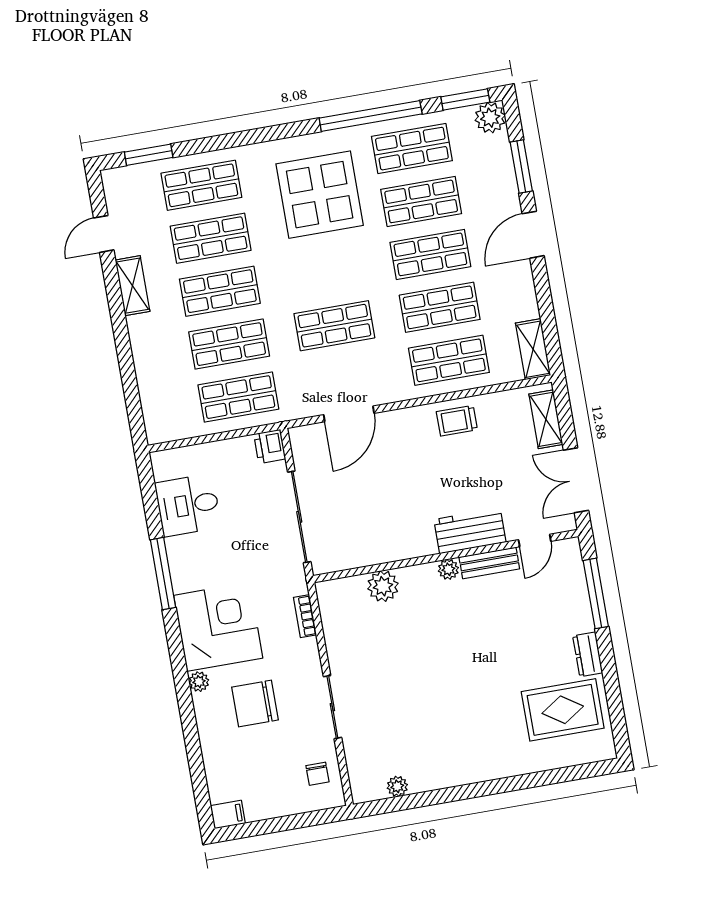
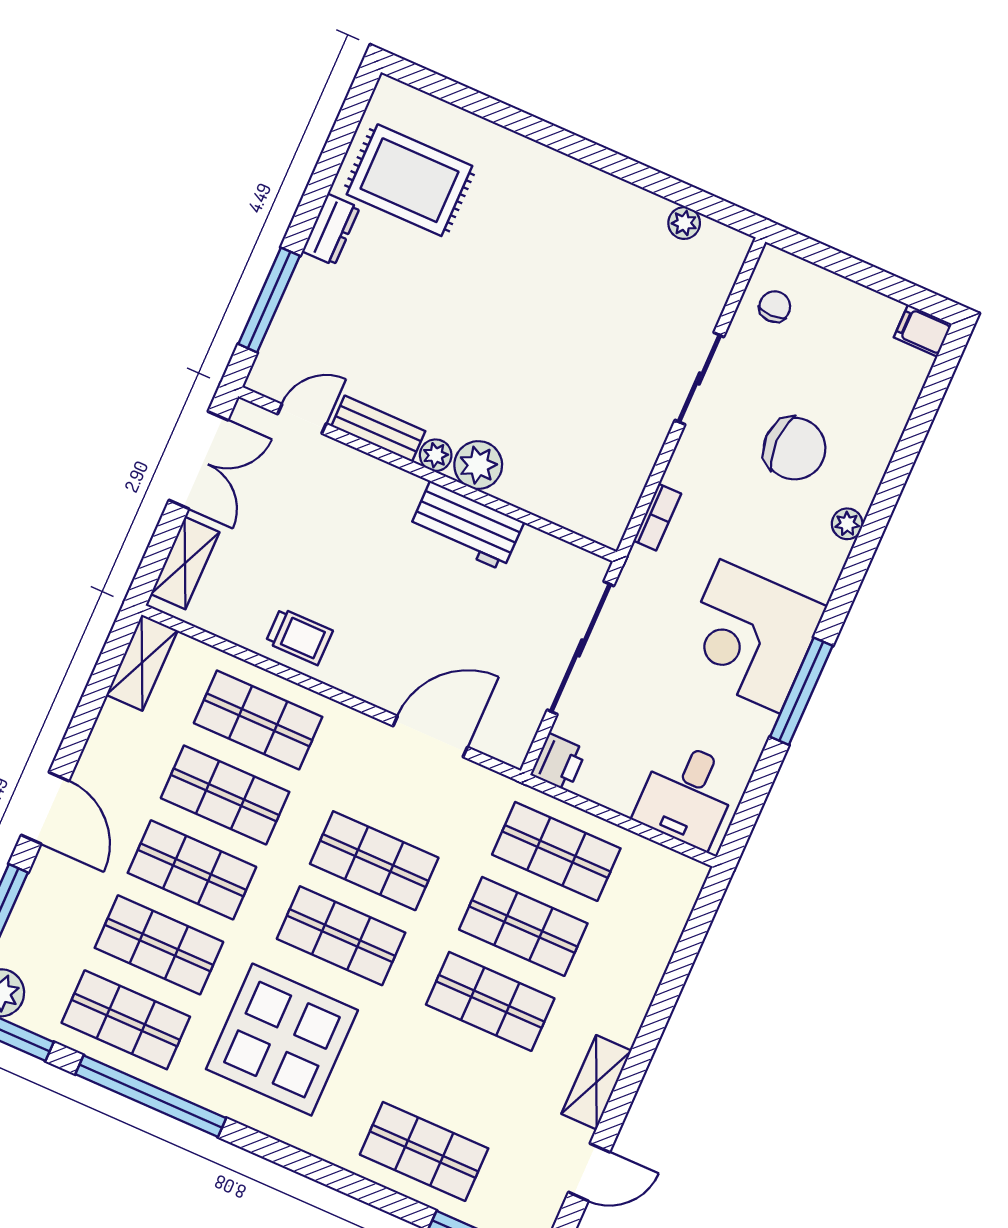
door: (533, 235) -> (45, 808), hinge flipped
shop shelf: (211, 238) -> (341, 936), moved
desk: (188, 505) -> (687, 795), moved, turned 90
workbench: (470, 531) -> (466, 526), moved
plant: (383, 586) -> (478, 465), moved
corner desk: (218, 627) -> (750, 636), moved

